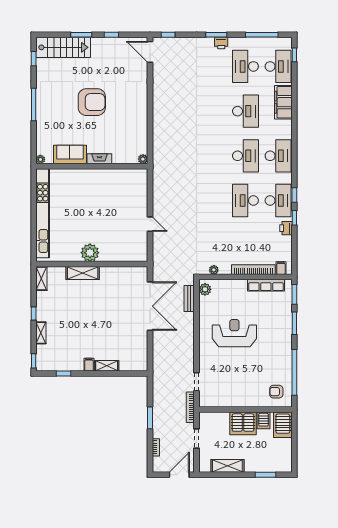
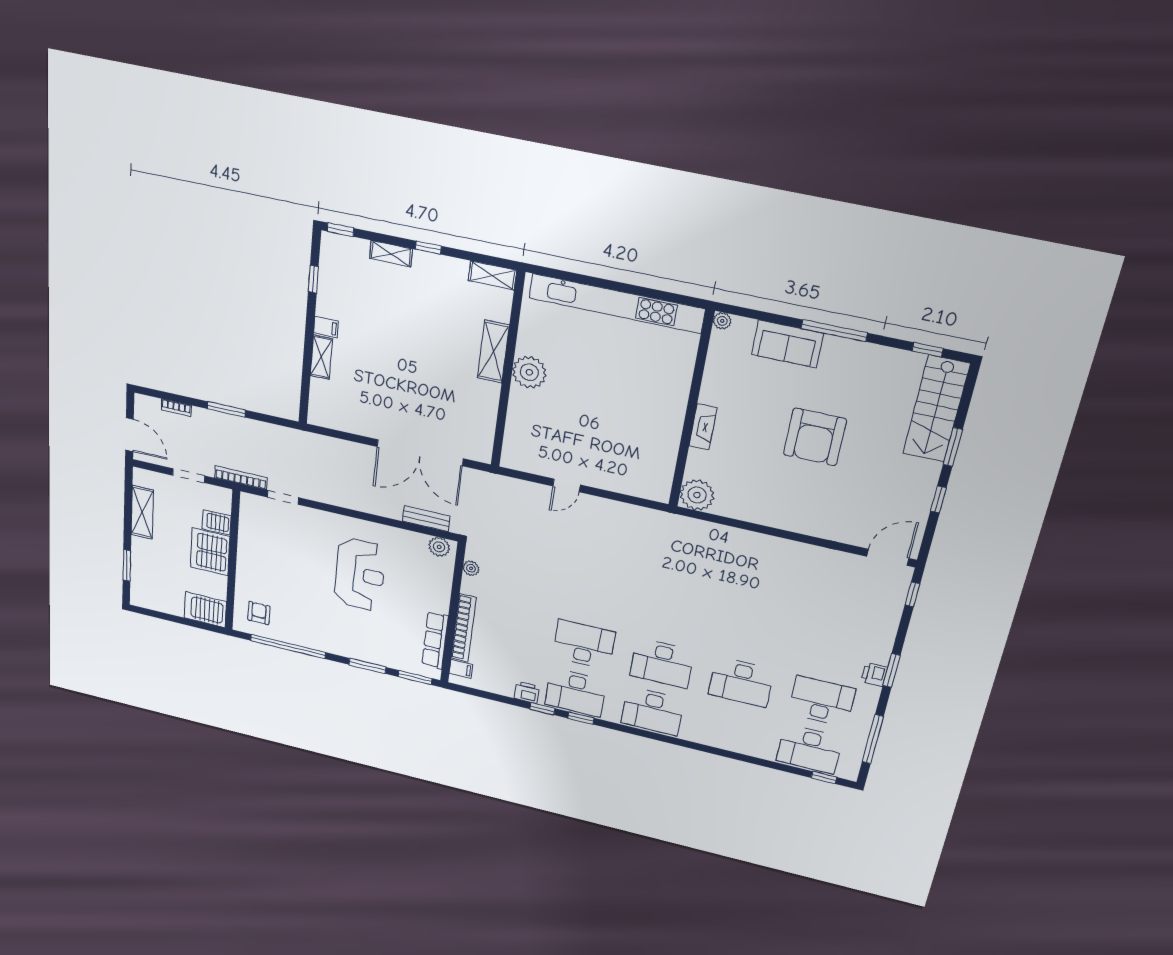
filing cabinet: (283, 102) -> (744, 741), removed
sofa: (70, 155) -> (787, 344), moved, turned 90
plant: (143, 159) -> (697, 495), width x1.87, depth x1.87
server rack: (263, 420) -> (217, 522), moved

